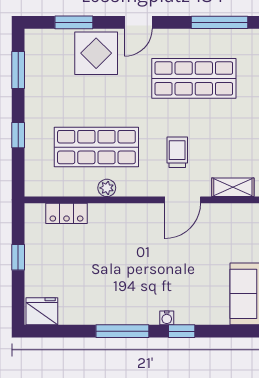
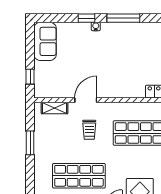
plant: (107, 188) -> (133, 108), removed

